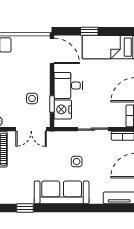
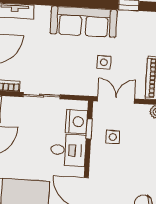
side table: (77, 162) -> (104, 62), moved

